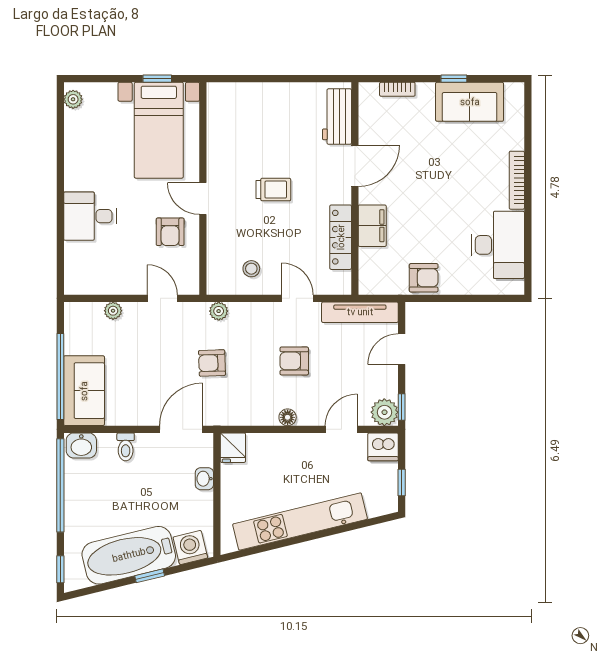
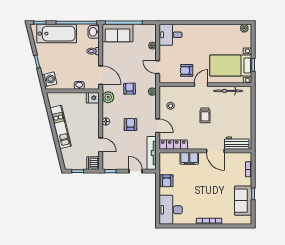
bicycle: (217, 137) -> (228, 91), added
desk: (90, 216) -> (171, 35), moved, turned -90
locker: (341, 237) -> (173, 145), moved
desk: (498, 245) -> (171, 210), moved, turned 90
door: (162, 298) -> (158, 67), swing flipped
door: (297, 298) -> (158, 126), hinge flipped
plant: (384, 412) -> (108, 97), moved
kitchen unit: (300, 522) -> (61, 127), width x0.73
bathtub: (129, 555) -> (57, 34), moved, turned 104

